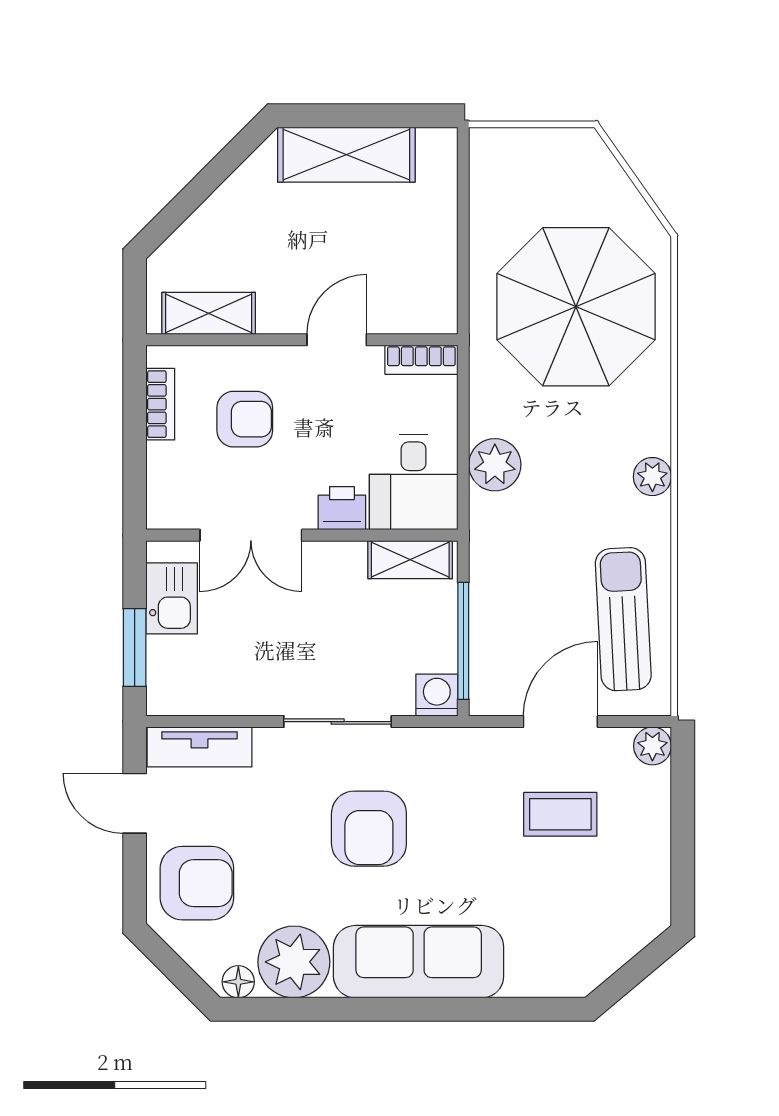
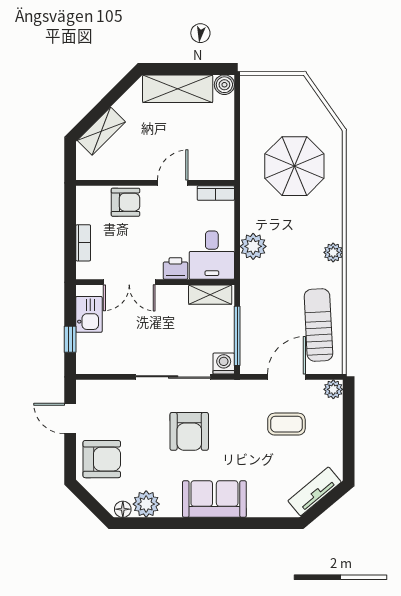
boiler: (438, 147) -> (224, 85), added
parasol: (576, 307) -> (294, 166), width x0.73, depth x0.73
shelving: (209, 313) -> (101, 131), moved, turned -45
bookcase: (160, 404) -> (83, 243), moved
armchair: (245, 419) -> (125, 202), moved
window: (135, 647) -> (70, 339), width x0.67
sliding door: (338, 722) -> (173, 377), width x1.37
tv unit: (200, 747) -> (314, 491), moved, turned 140
plant: (294, 962) -> (146, 504), width x0.73, depth x0.73
sofa: (419, 962) -> (214, 499), width x0.73

